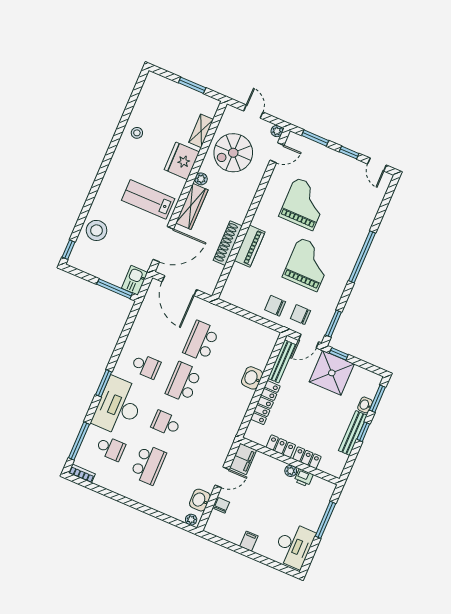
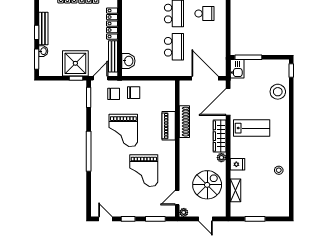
fridge: (182, 161) -> (237, 164), width x0.53, depth x0.75
school desk: (146, 366) -> (204, 14), turned 180
washbasin: (252, 378) -> (128, 61), moved

